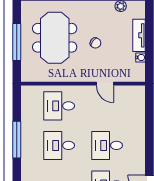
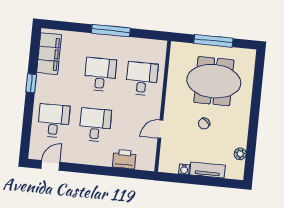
printer: (137, 115) -> (124, 159), added

